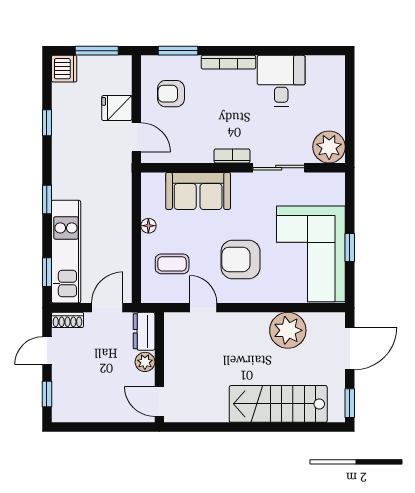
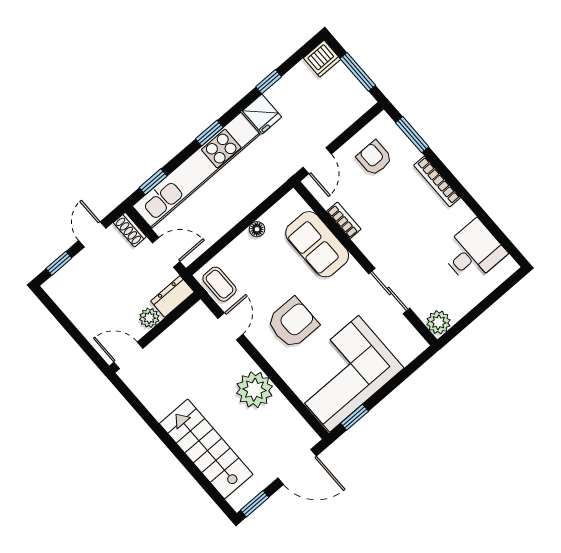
desk: (281, 81) -> (473, 252), moved
fridge: (117, 108) -> (262, 114), moved, turned 180
plant: (329, 147) -> (438, 322), width x0.73, depth x0.73
bookcase: (232, 156) -> (344, 220), moved
window: (350, 248) -> (355, 417), moved
kitchen unit: (66, 252) -> (196, 170), width x1.36
armchair: (241, 259) -> (293, 323), turned 90
coffee table: (172, 264) -> (219, 284), moved
plant: (288, 330) -> (254, 390), moved
door: (47, 351) -> (92, 234), hinge flipped
door: (159, 401) -> (128, 355), hinge flipped

